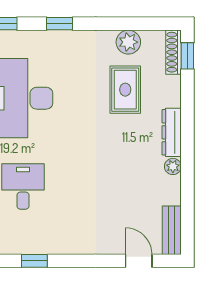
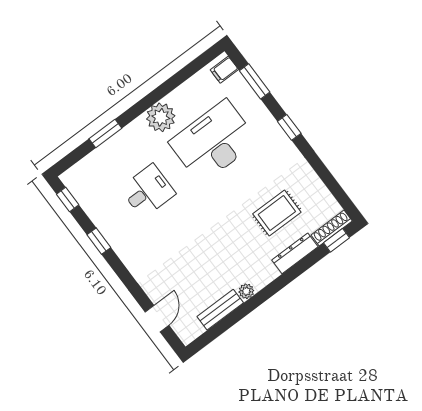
plant: (128, 42) -> (314, 189), removed
dresser: (172, 132) -> (295, 253), moved
bench: (172, 230) -> (220, 310), moved

